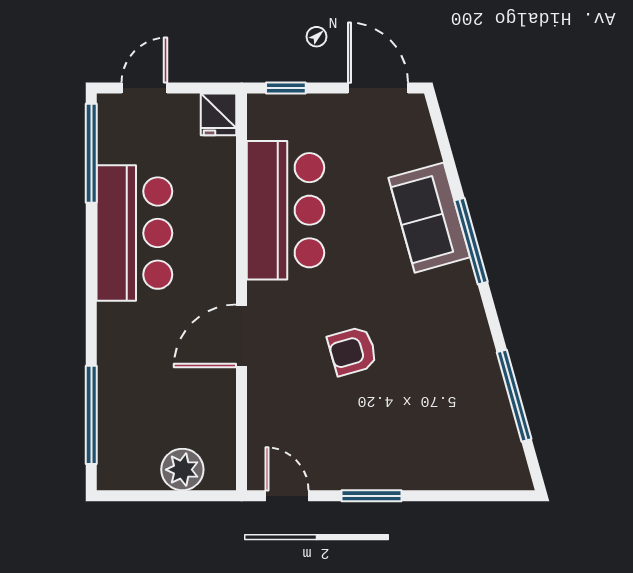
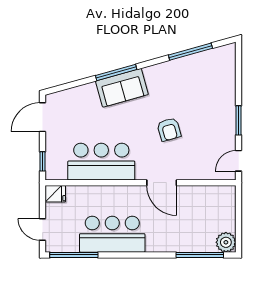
sofa: (429, 218) -> (122, 88), moved
plant: (182, 470) -> (226, 242), moved

